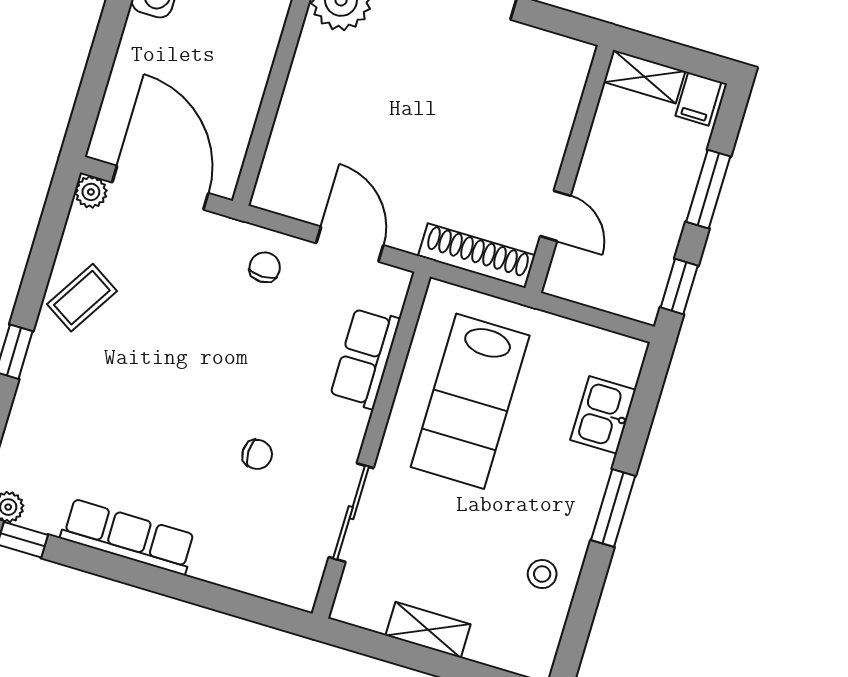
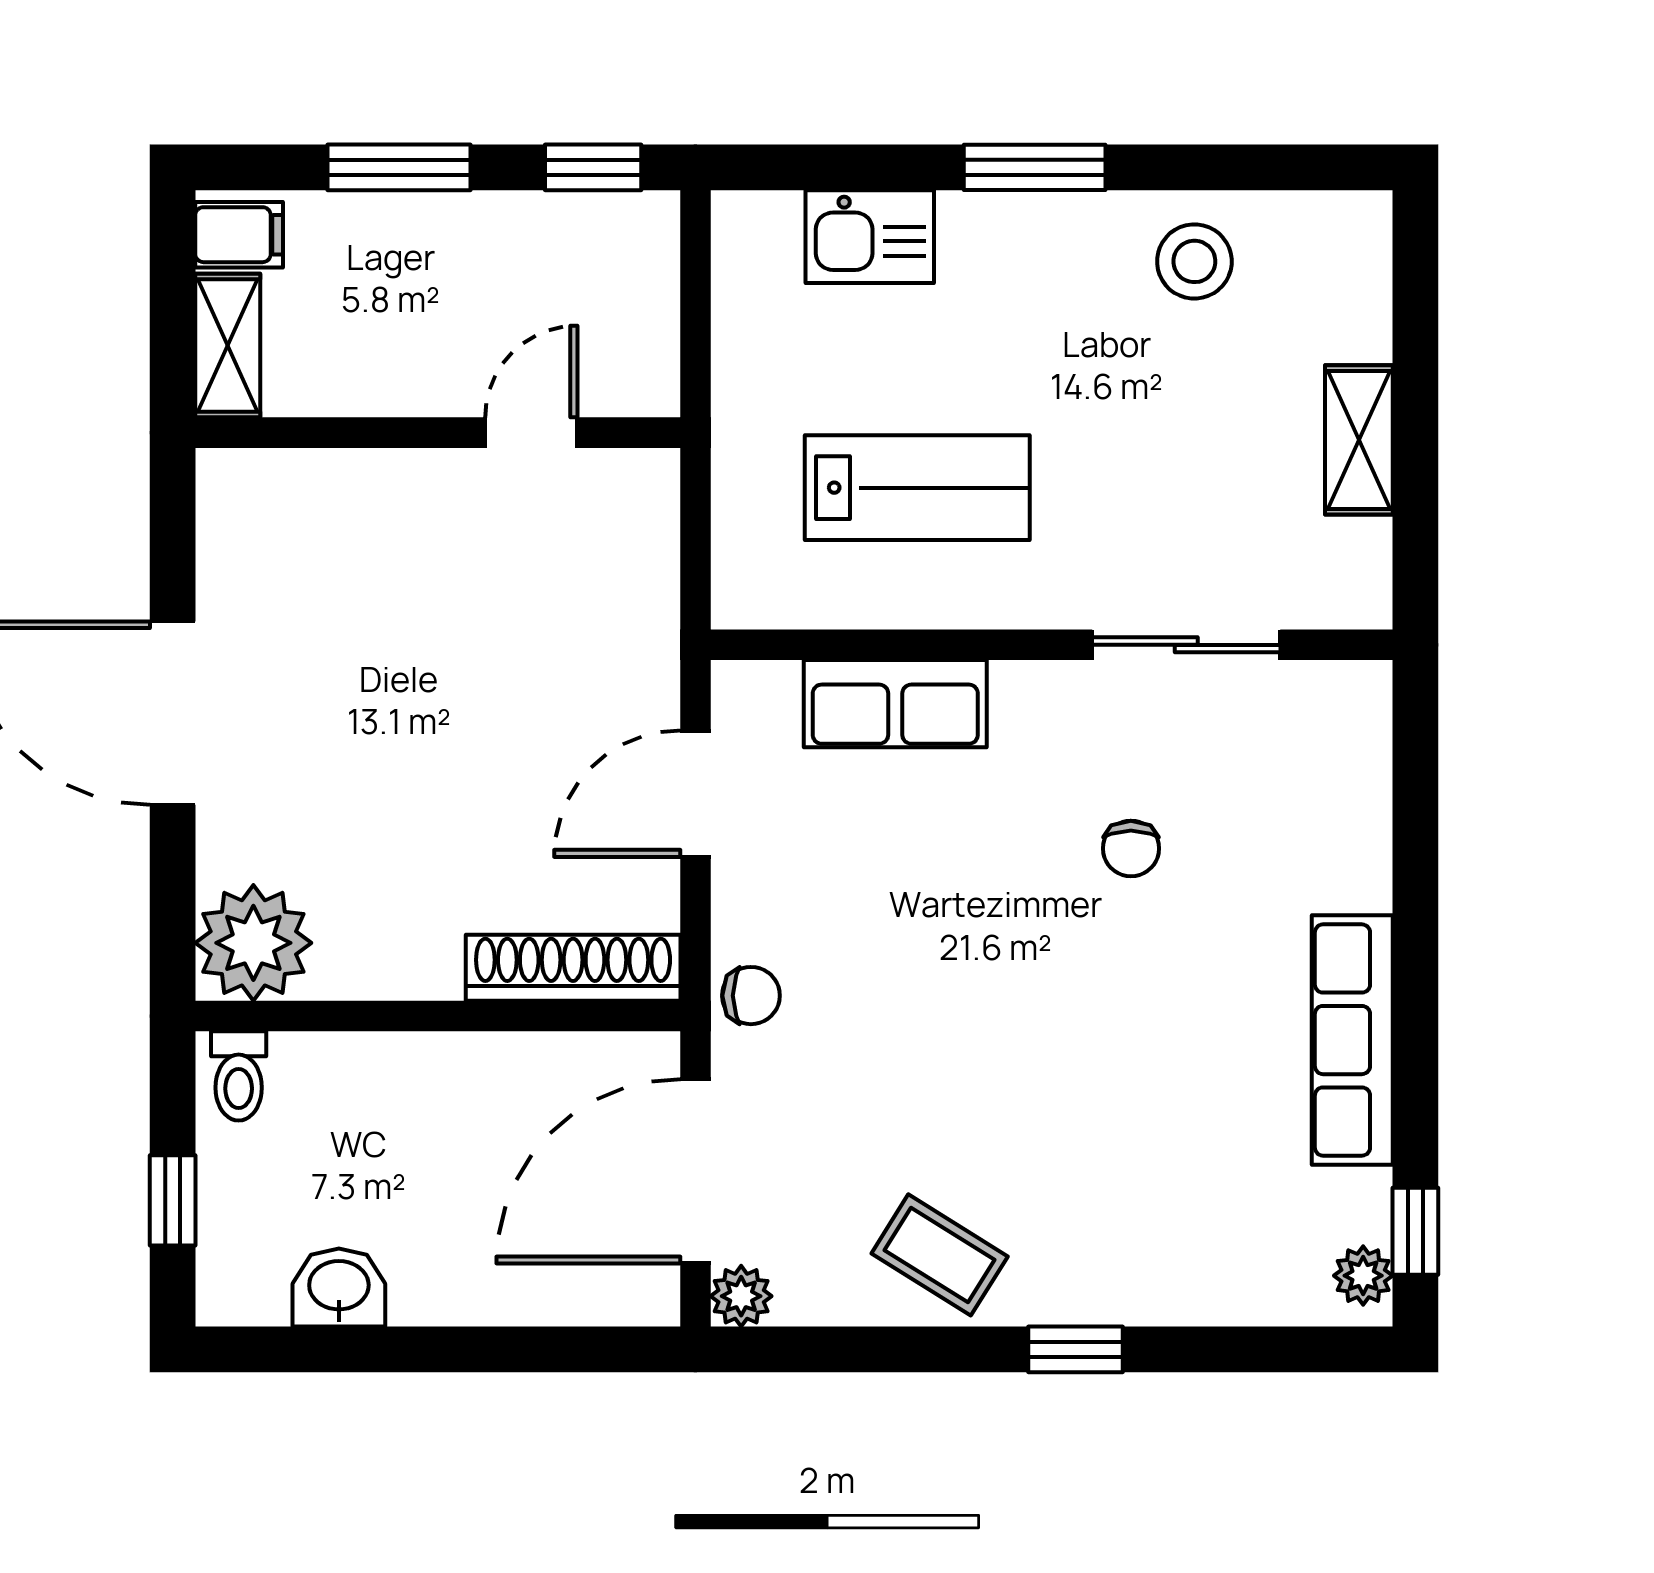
shoe rack: (477, 256) -> (573, 968), moved, turned 90
chair: (265, 267) -> (751, 996), moved, turned 180
lab bench: (470, 401) -> (917, 488), width x0.73, depth x0.72
chair: (257, 454) -> (1131, 848), turned 180
stool: (542, 574) -> (1194, 261), width x1.37, depth x1.37

